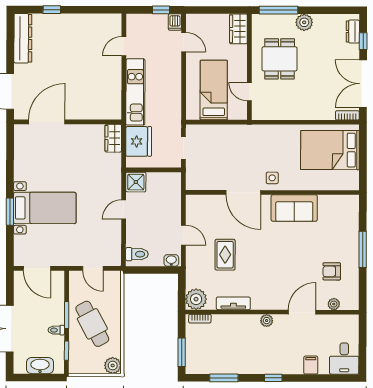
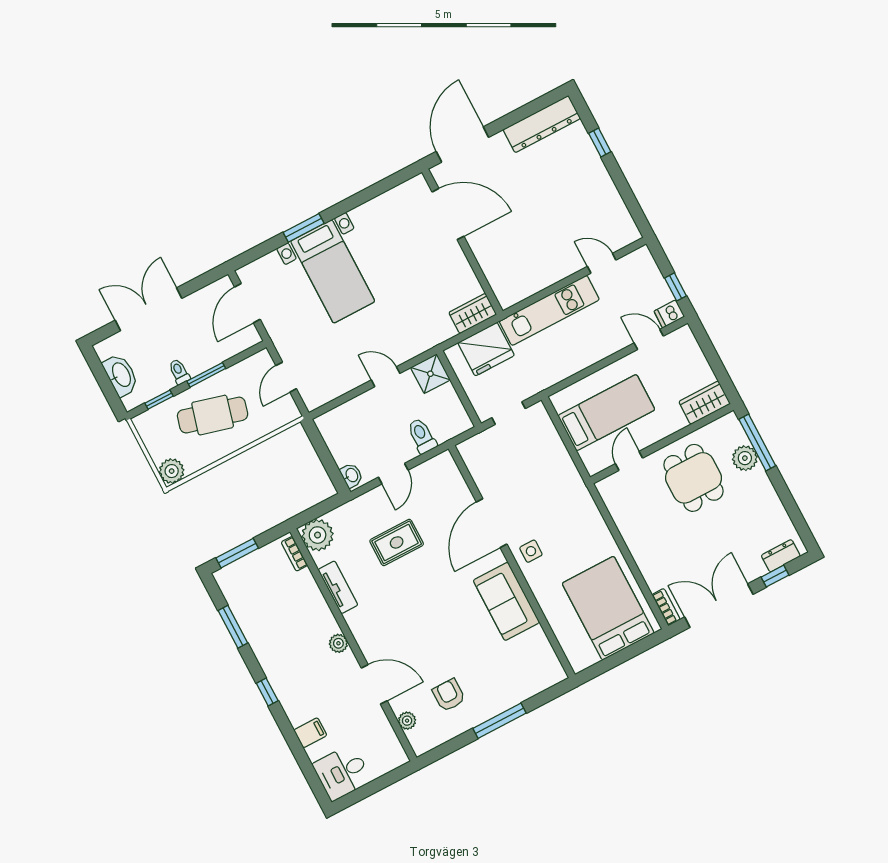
plant: (304, 22) -> (745, 458), moved
door: (184, 42) -> (649, 339), swing flipped
dining table: (280, 59) -> (694, 478), turned 90
toilet: (137, 254) -> (422, 436), moved, turned 180
cafe table: (92, 324) -> (213, 415), turned 43

